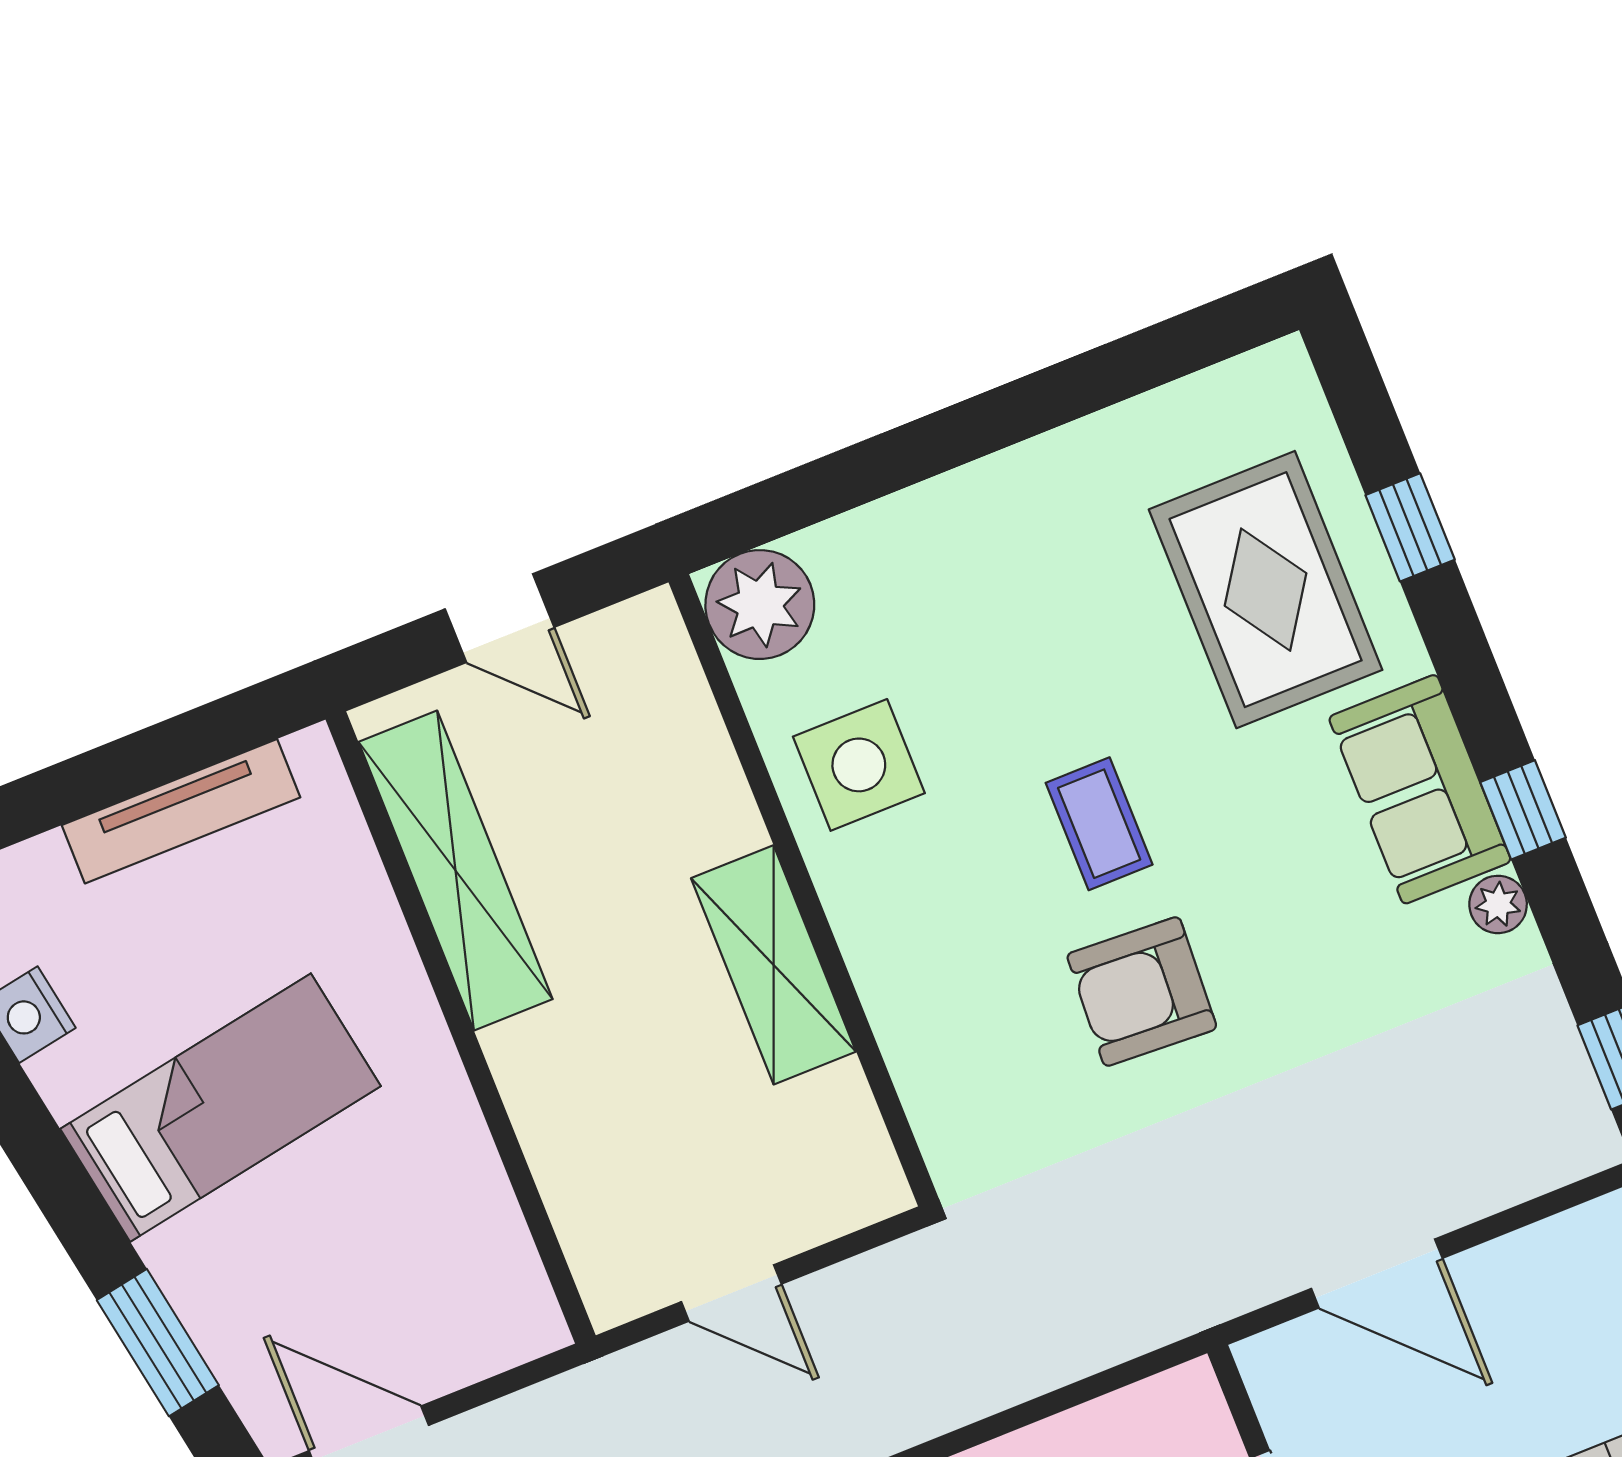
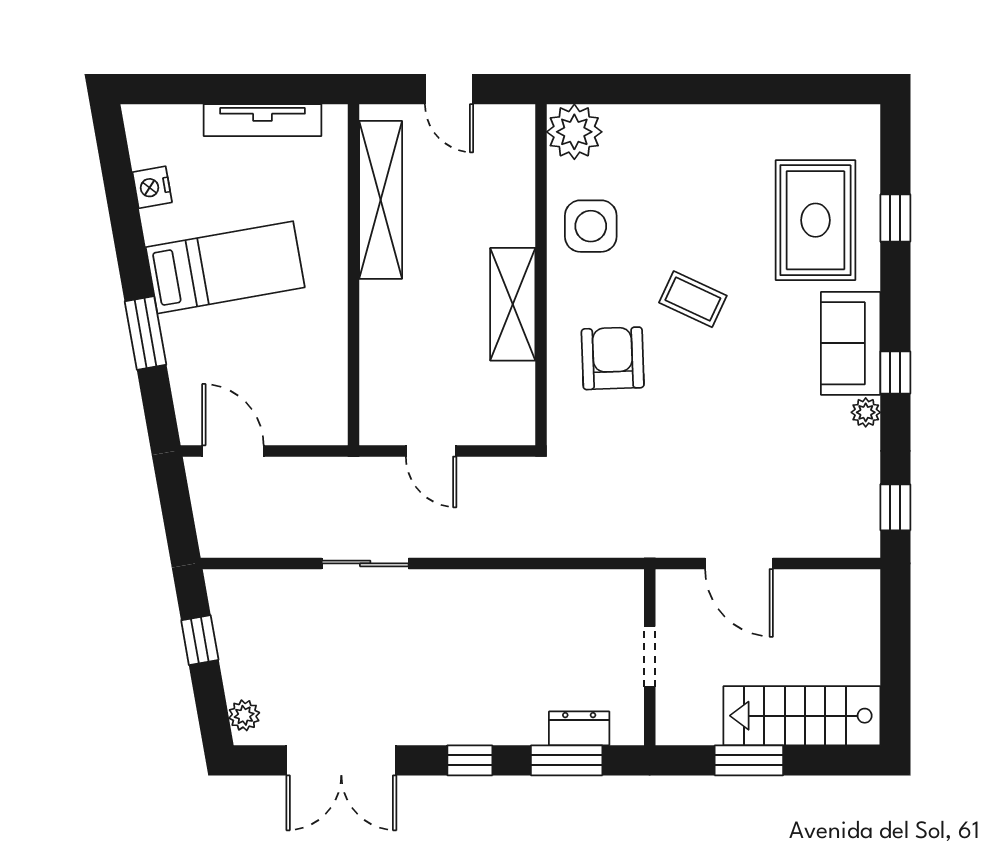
coffee table: (1099, 824) -> (693, 299), turned -65
armchair: (1142, 992) -> (613, 358), moved, turned 85
window: (158, 1343) -> (146, 333), moved

